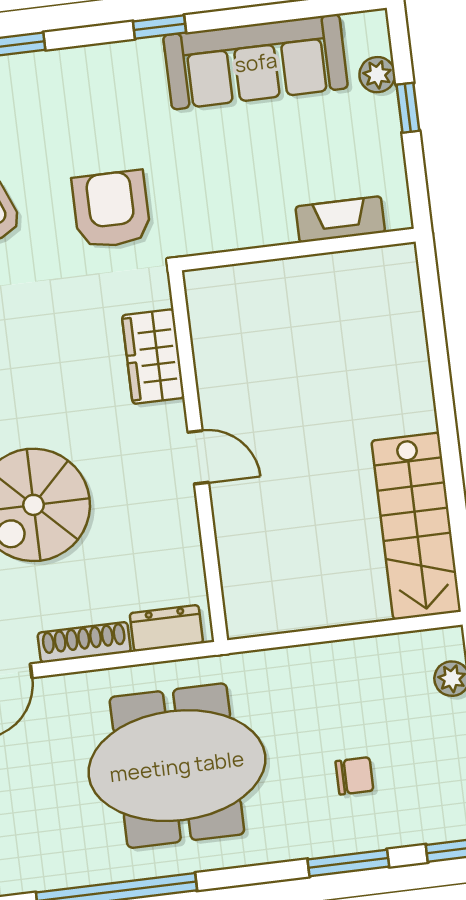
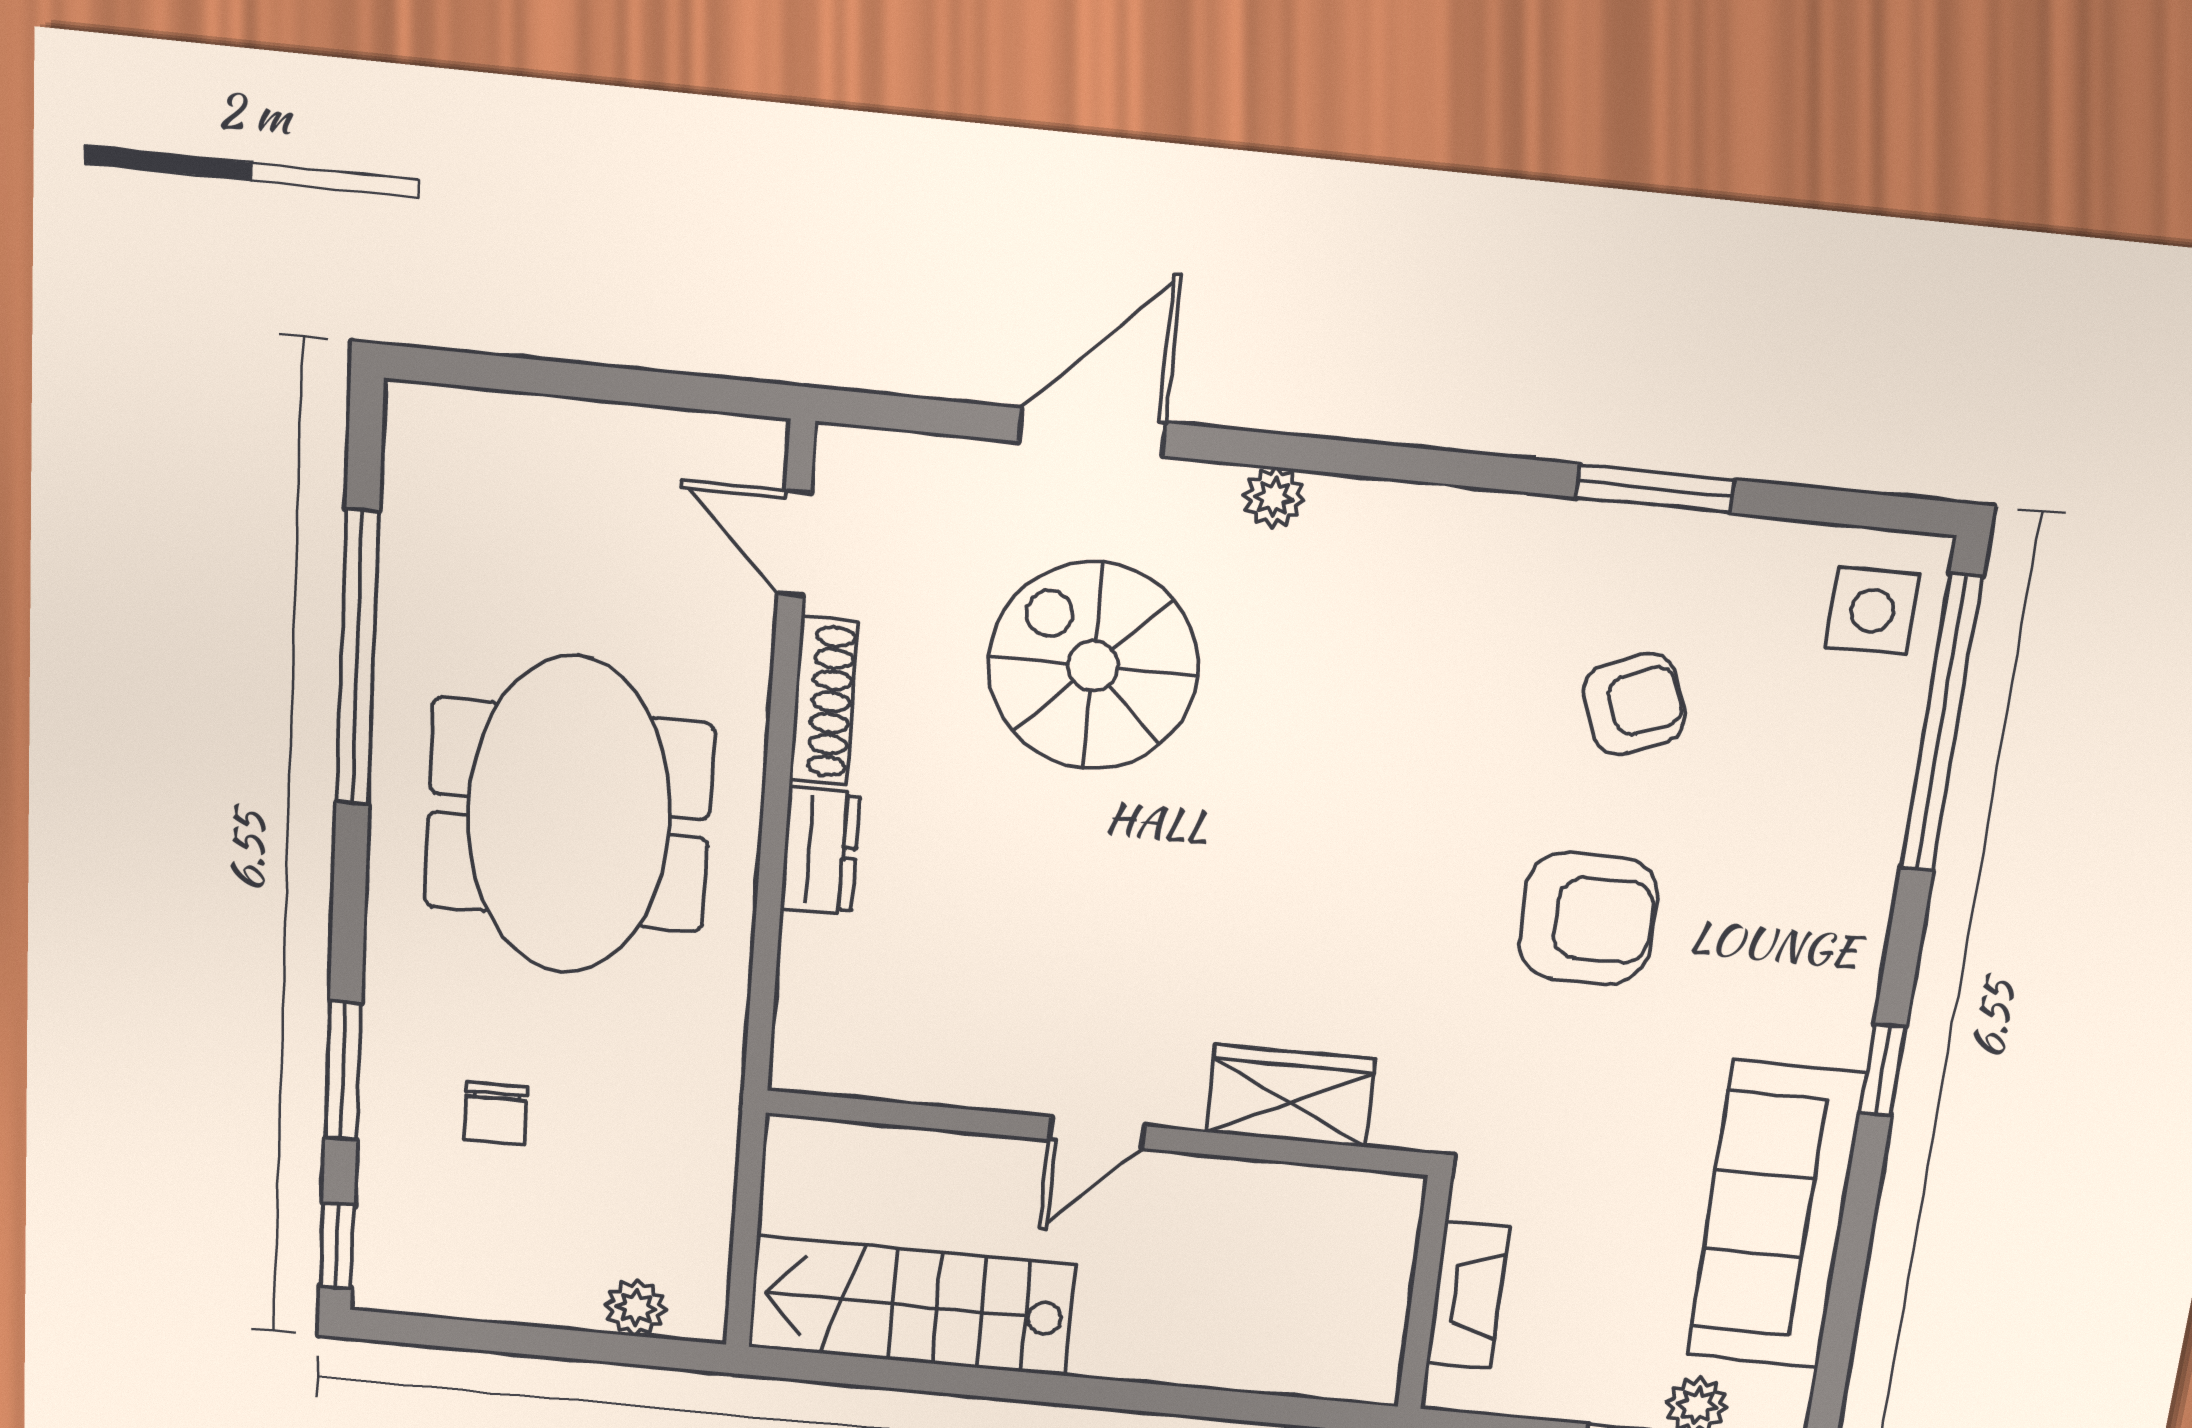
wardrobe: (153, 357) -> (1291, 1096), moved
wall: (198, 456) -> (1099, 1133), moved
door: (198, 457) -> (1097, 1133), moved

